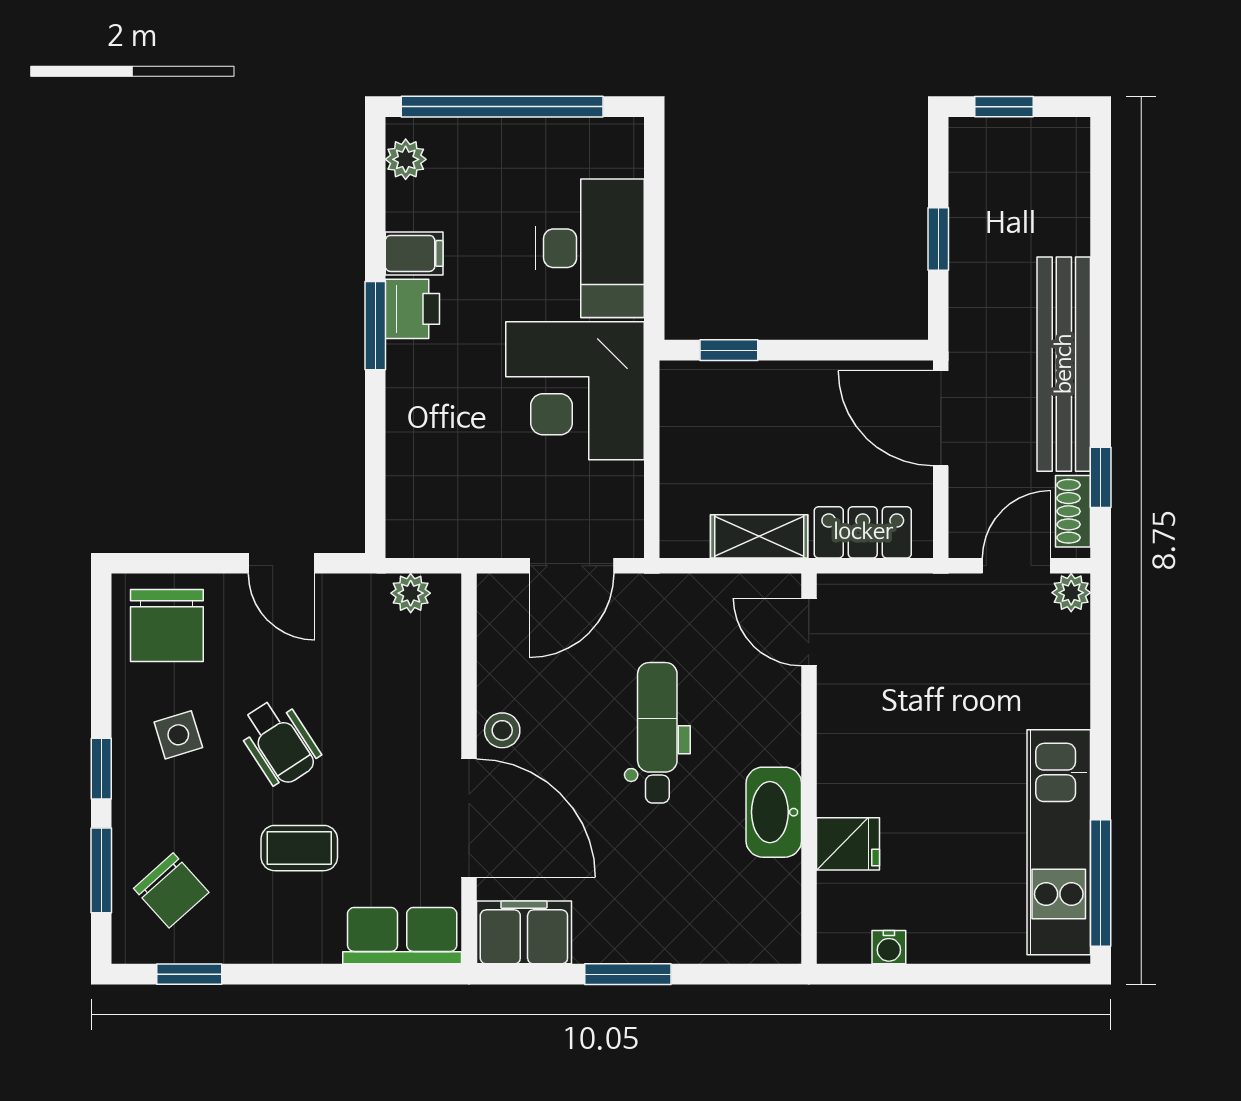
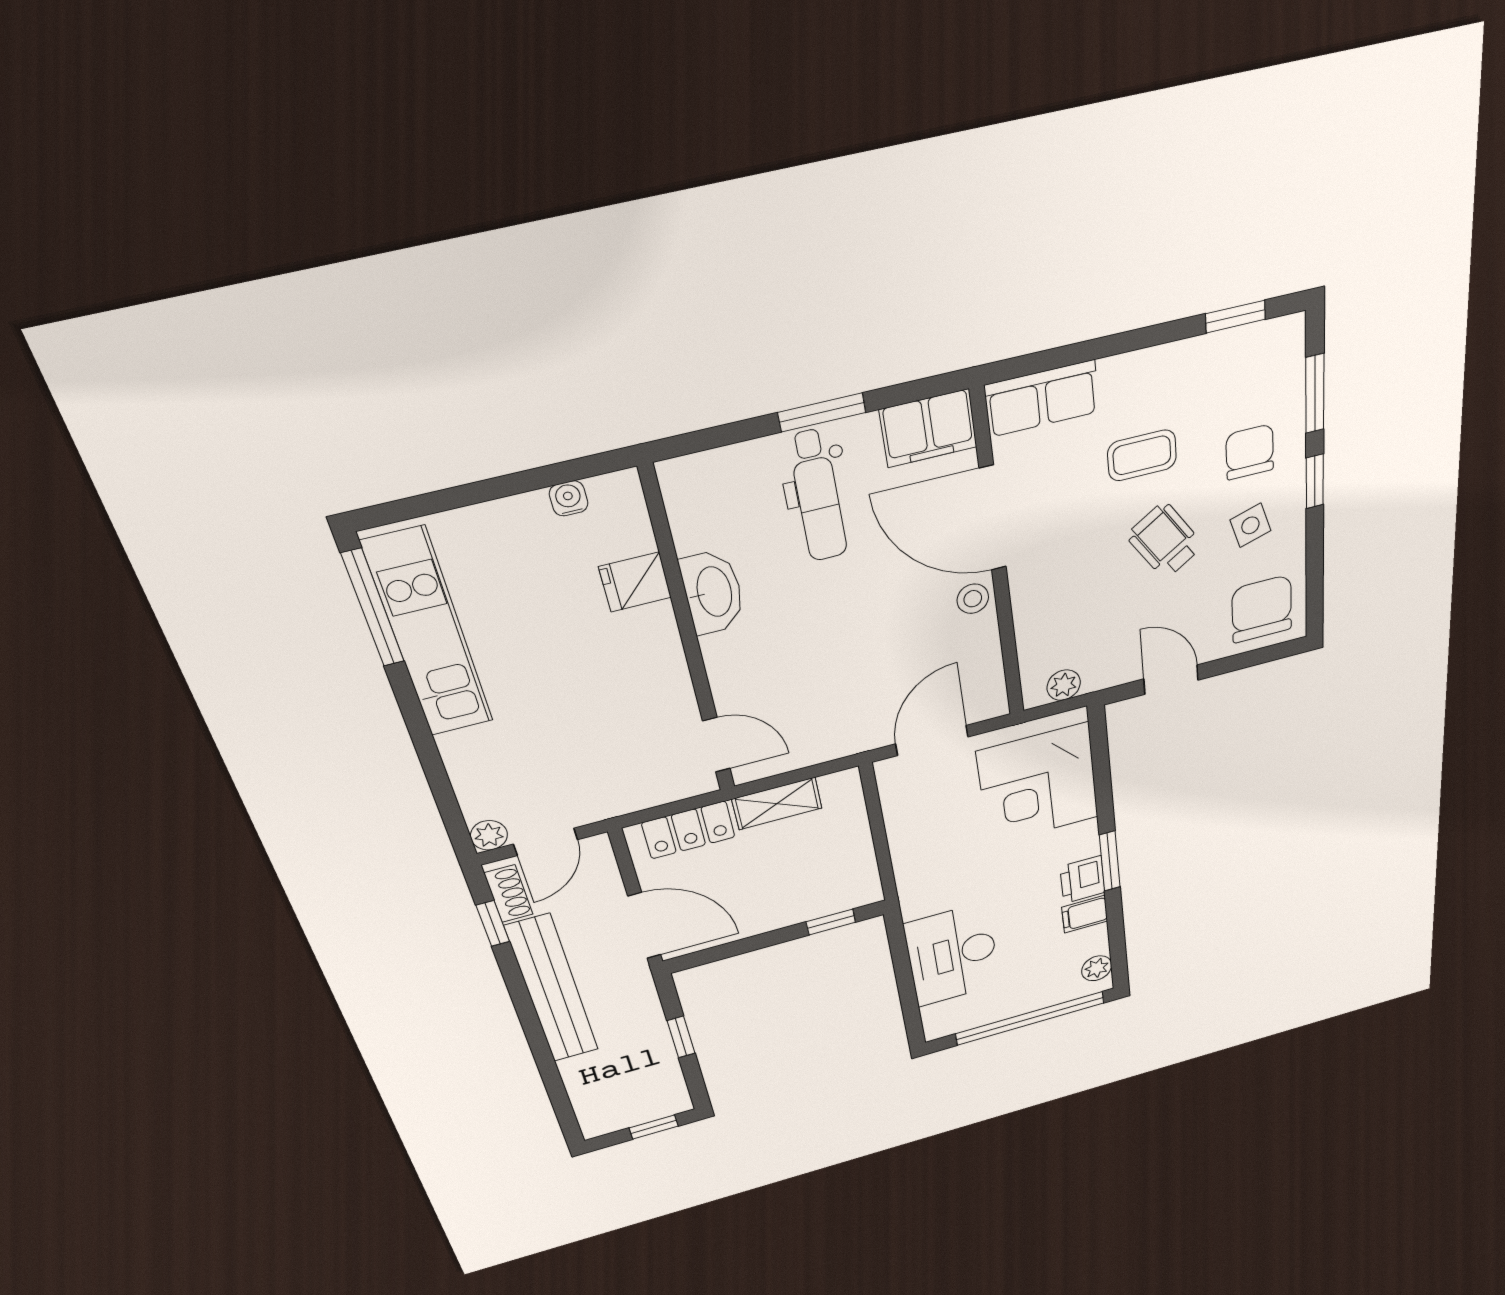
corner desk: (575, 391) -> (1038, 785), moved, turned 180
dental chair: (657, 733) -> (818, 496), moved
chair: (171, 890) -> (1250, 452), moved, turned 42

